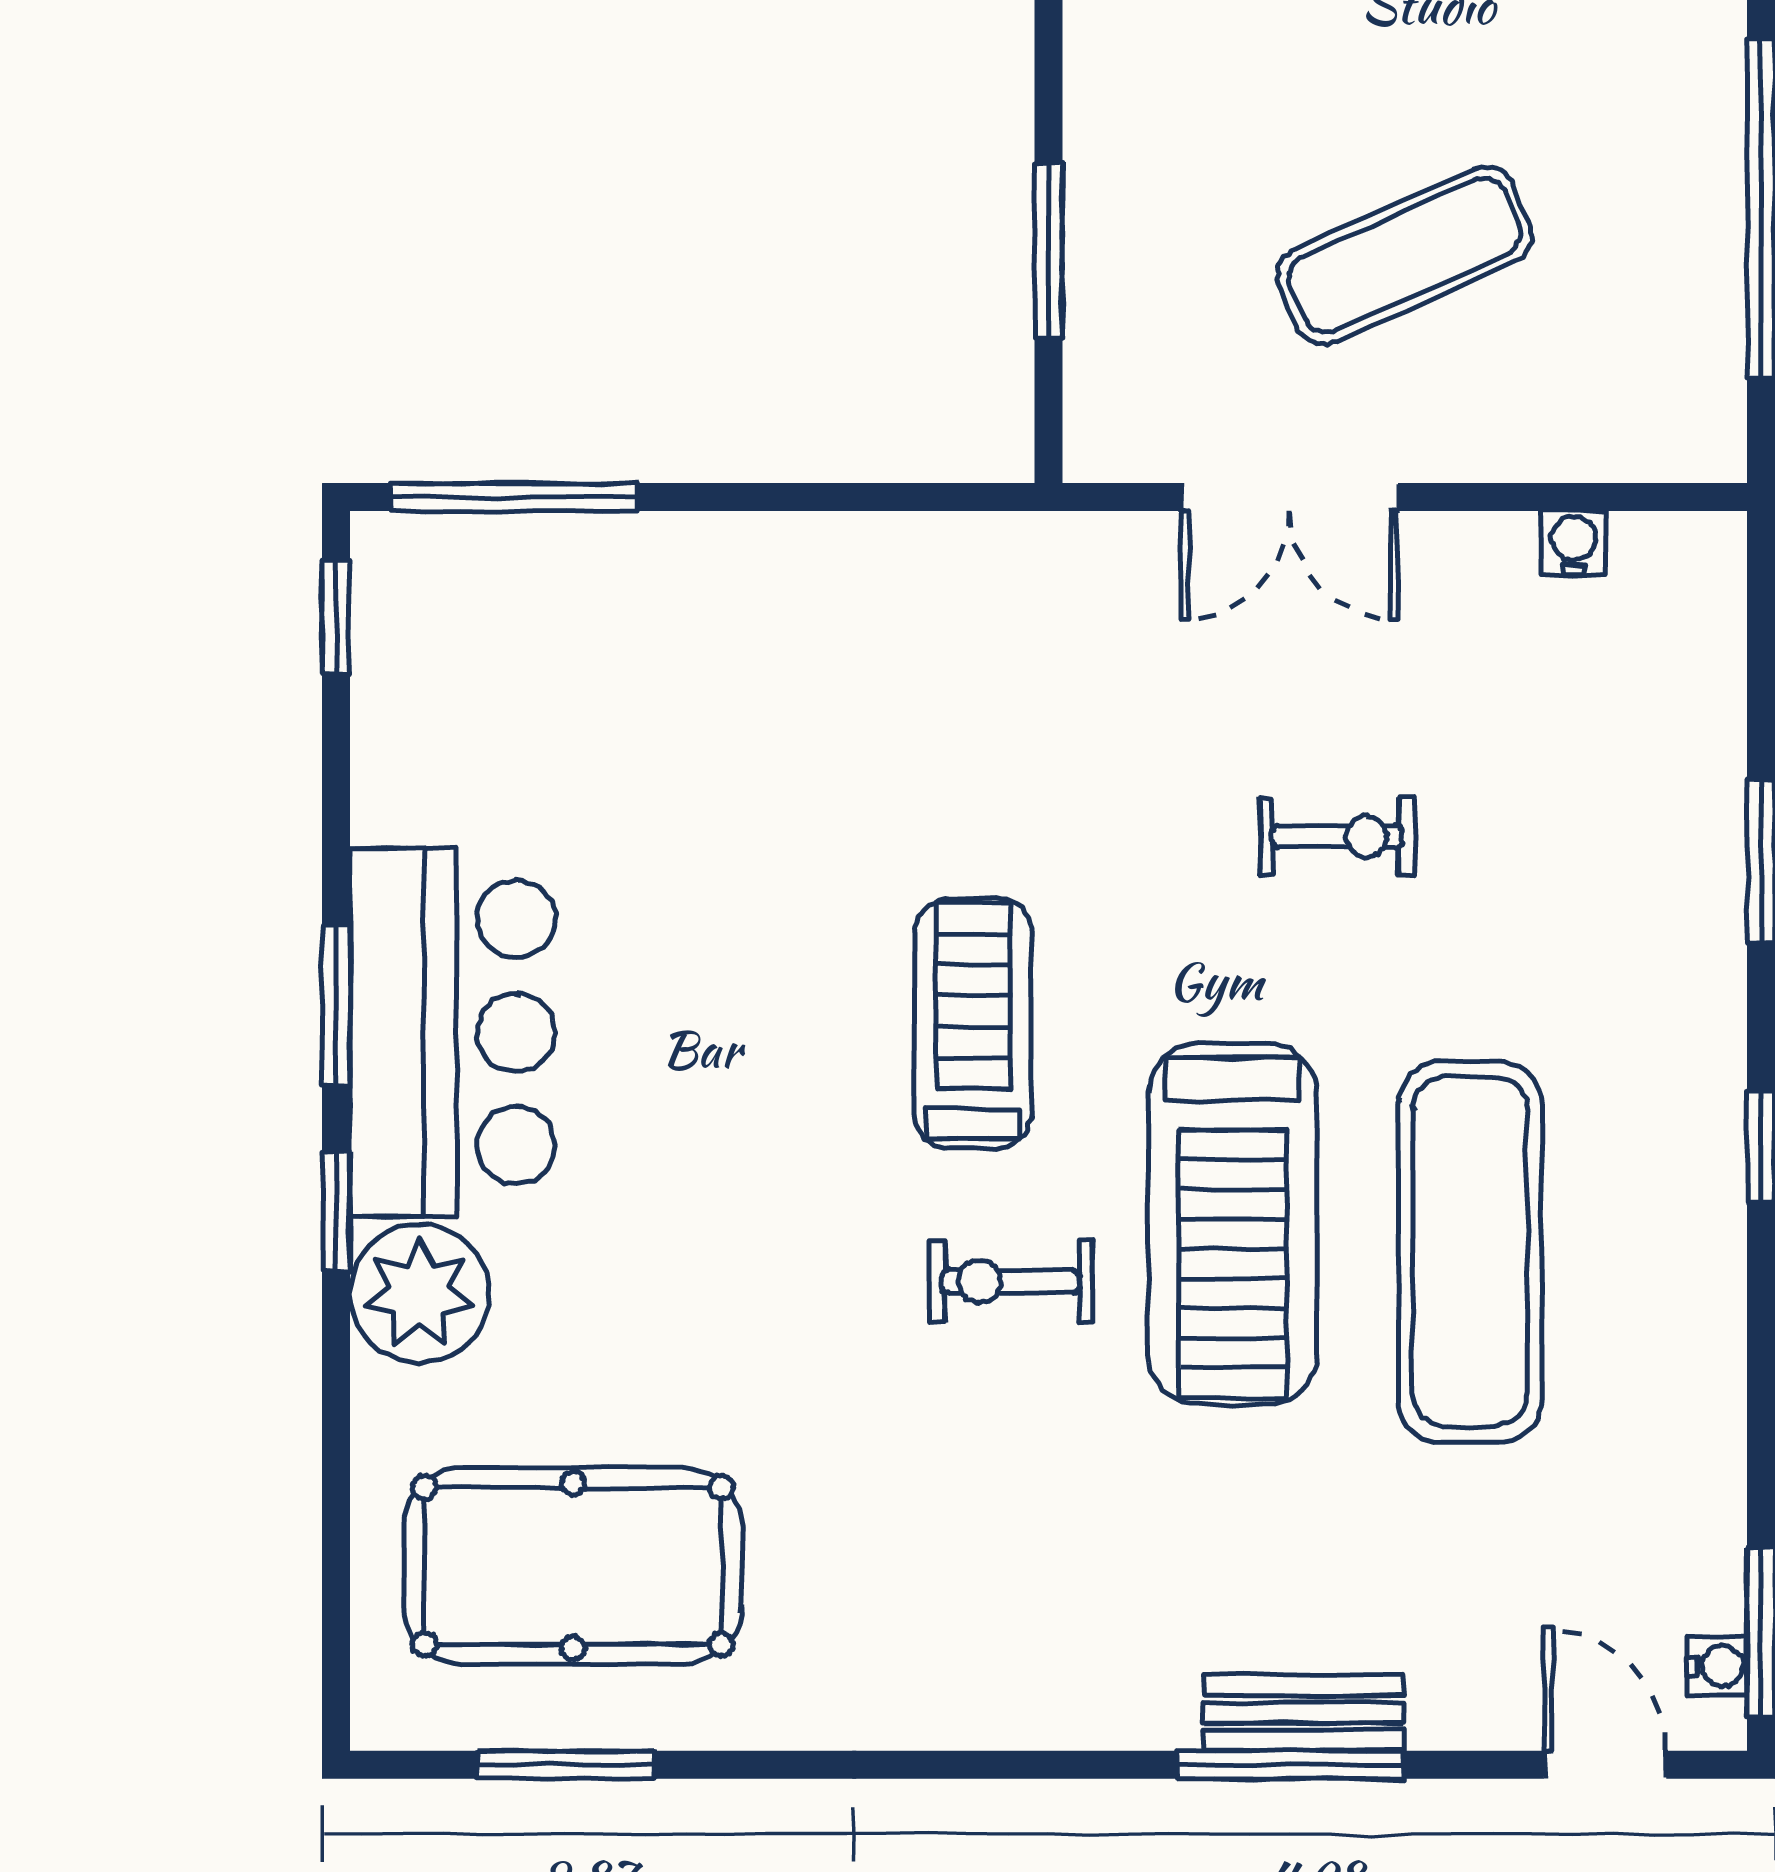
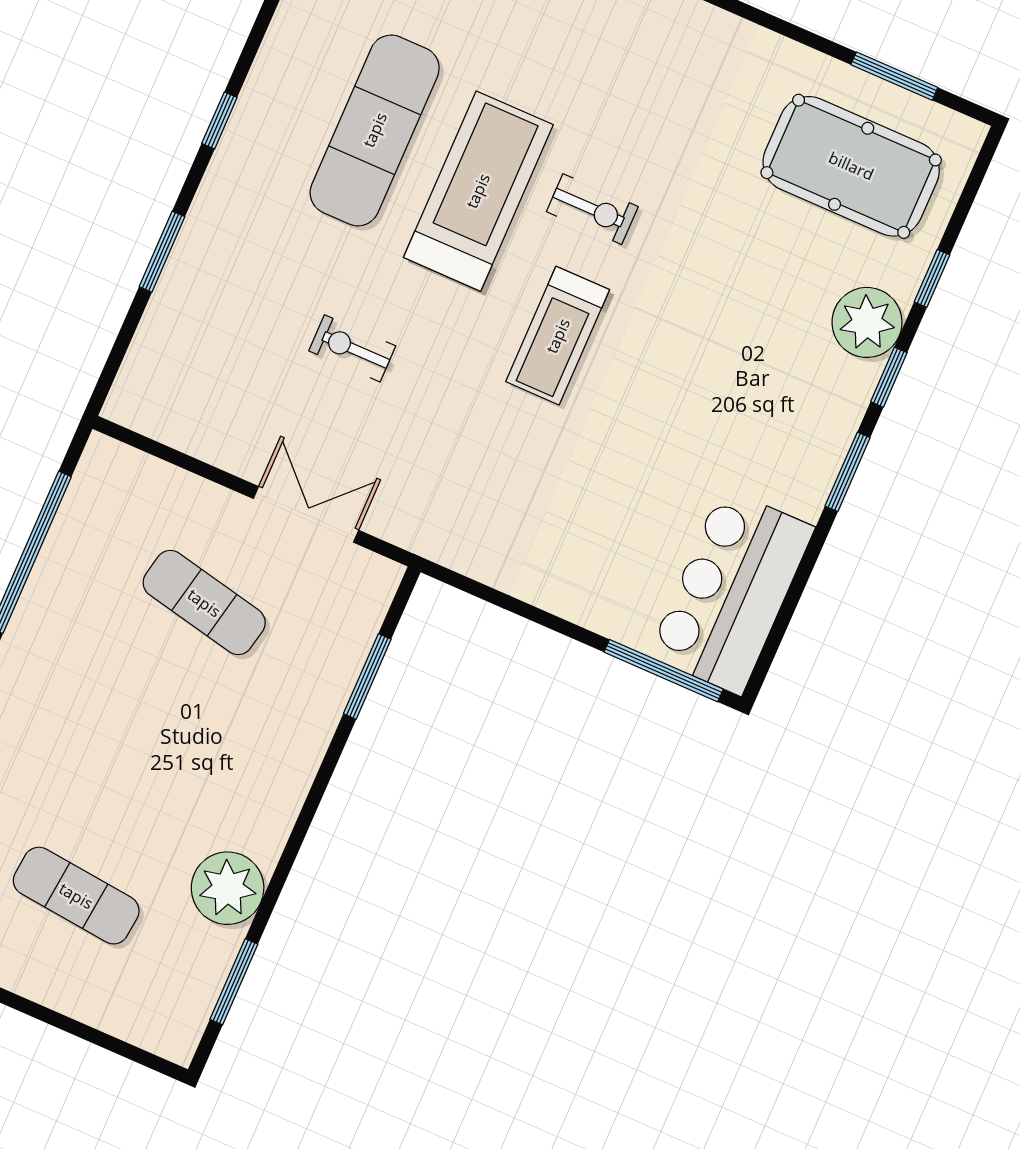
exercise mat: (1405, 255) -> (204, 603), turned 36
water cooler: (1573, 543) -> (184, 436), removed
window: (336, 617) -> (932, 278), moved
bar counter: (452, 1032) -> (731, 591), moved

